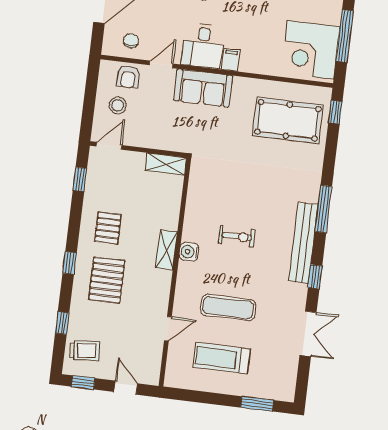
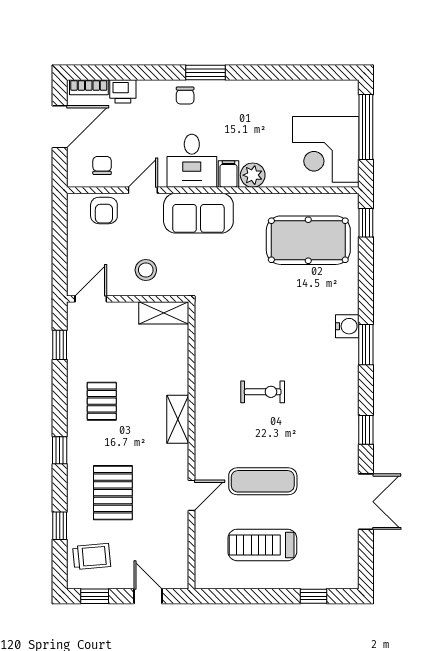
plant: (250, 63) -> (253, 175), added
stool: (118, 105) -> (146, 270), moved
window: (323, 209) -> (366, 345), width x0.69
bench: (304, 243) -> (346, 390), removed
water cooler: (189, 252) -> (347, 326), moved, turned 180
pallet: (107, 280) -> (113, 493), moved
door: (168, 329) -> (191, 495), moved
window: (257, 404) -> (313, 596), width x0.67

